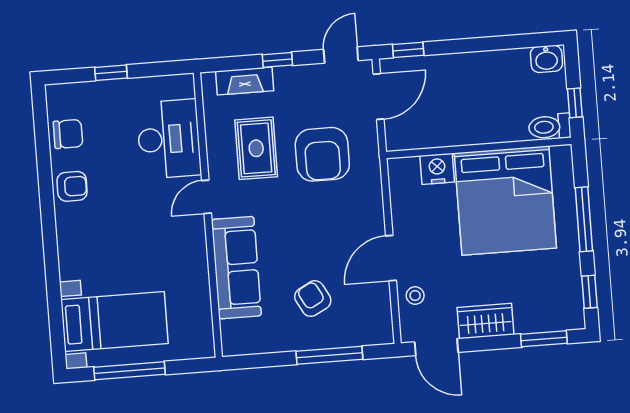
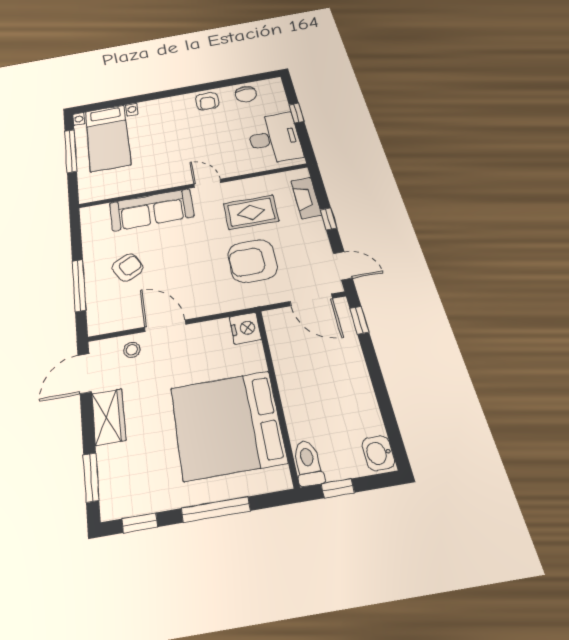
desk: (169, 139) -> (274, 138), moved, turned -90
nightstand: (437, 169) -> (245, 328), moved

